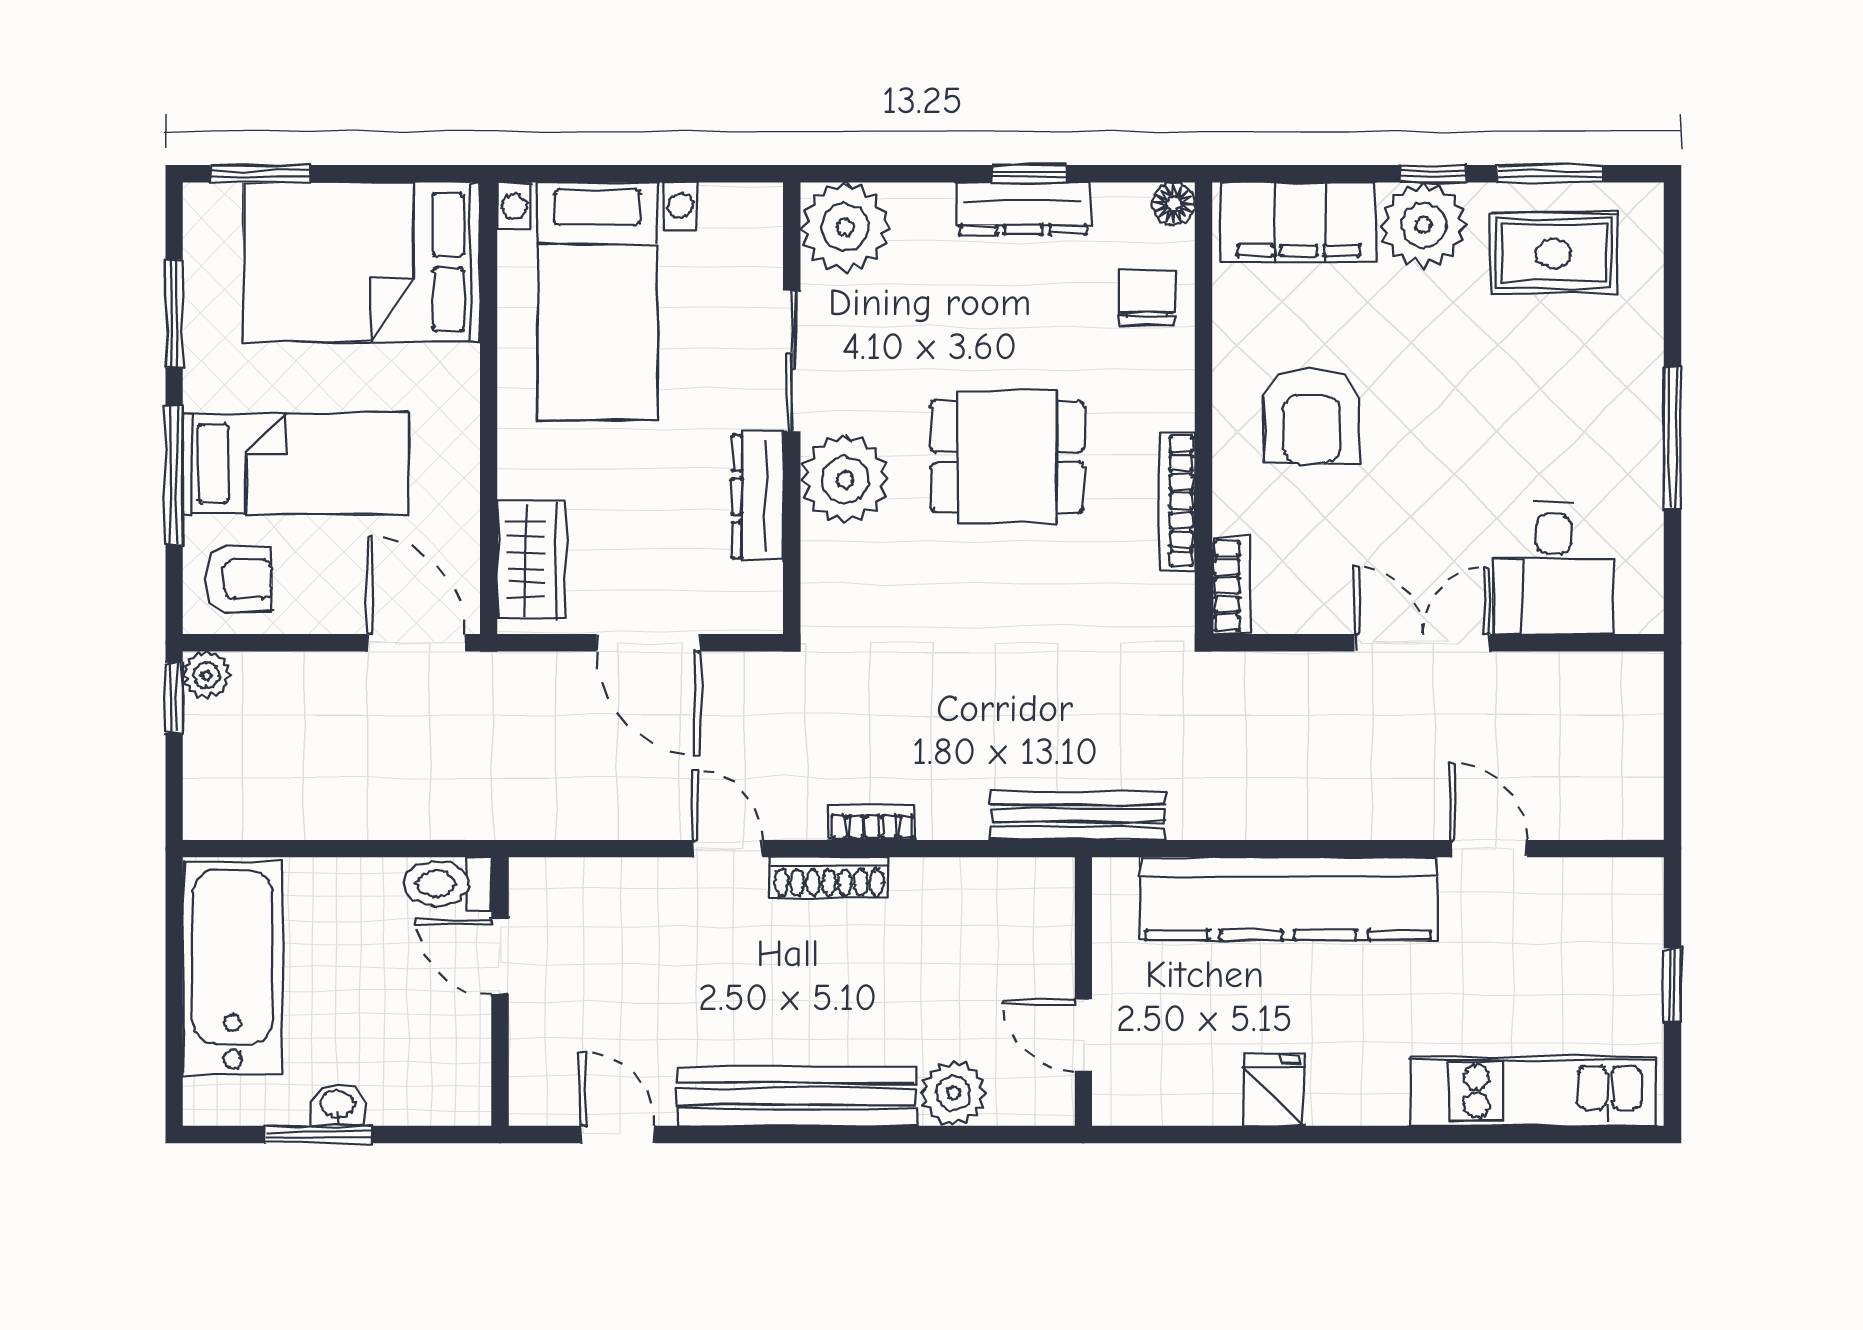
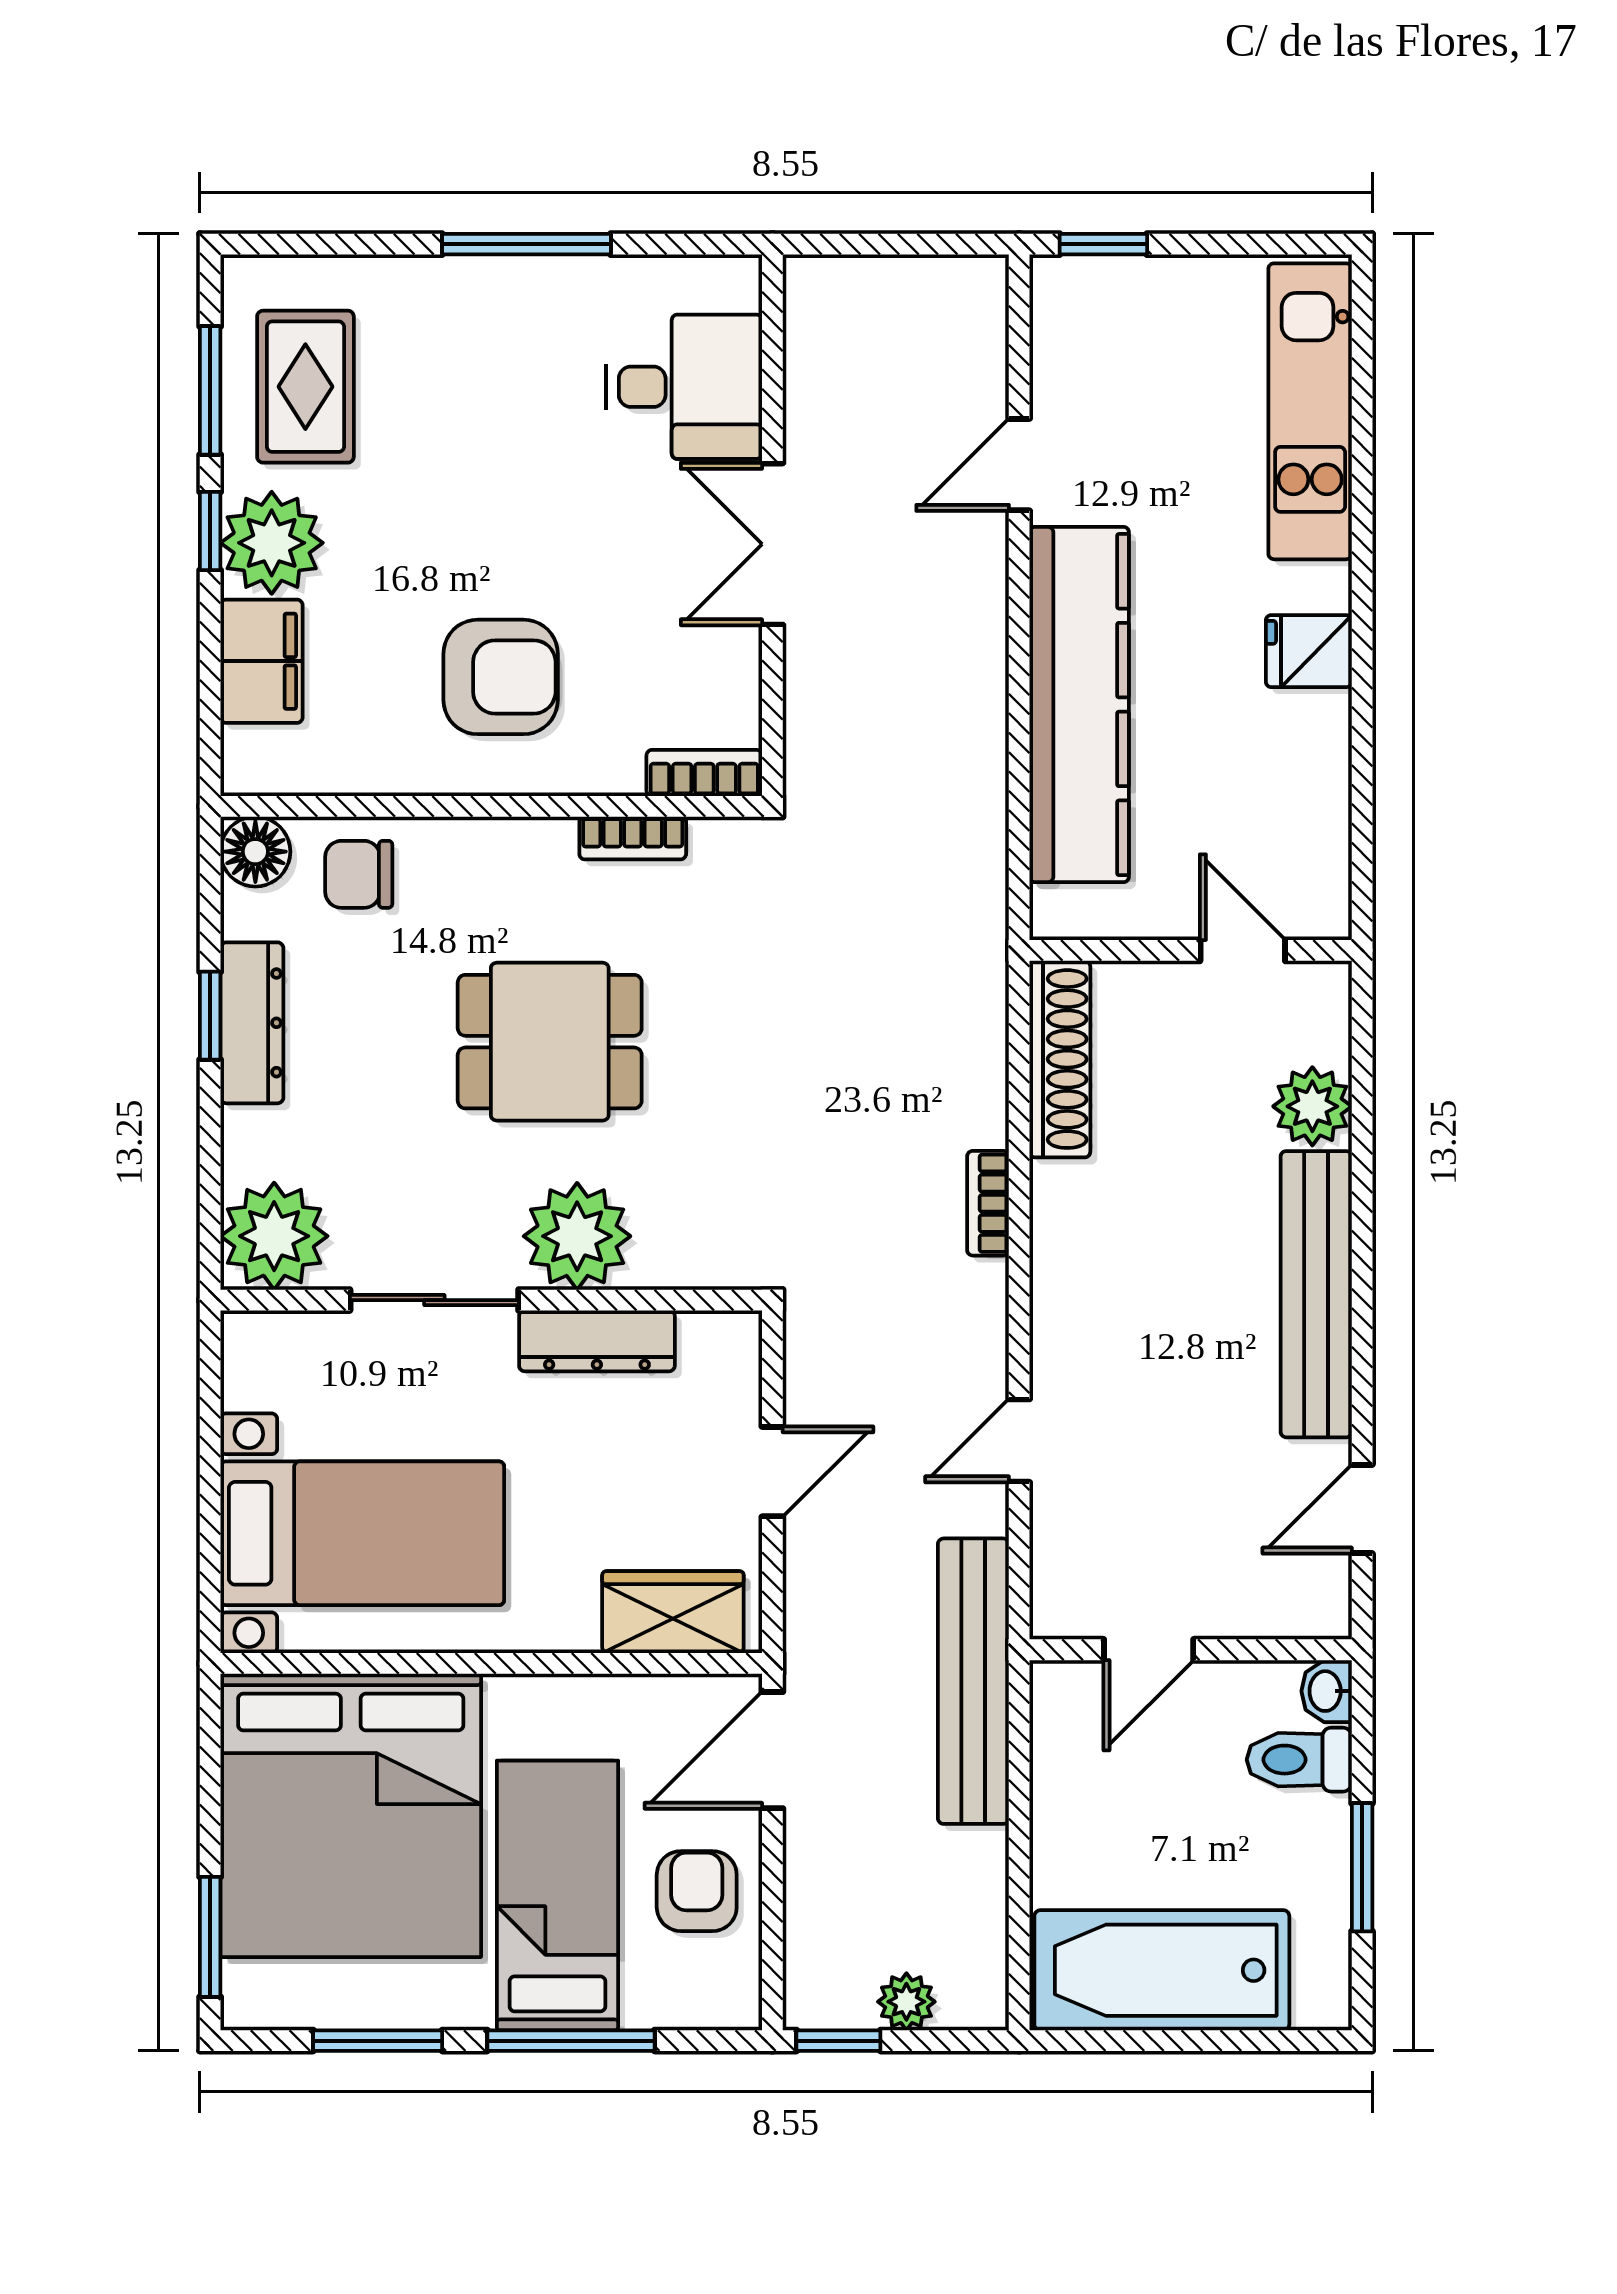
floor lamp: (1174, 204) -> (255, 852), width x1.37, depth x1.37
filing cabinet: (1299, 222) -> (262, 661), width x0.67, depth x0.86
bed: (362, 262) -> (351, 1815), width x1.36
dining table: (1007, 457) -> (550, 1042), turned 90
bookcase: (1177, 501) -> (633, 838), width x0.64
armchair: (239, 579) -> (697, 1891), moved
door: (649, 643) -> (772, 1472), width x0.73
plant: (207, 675) -> (906, 2002), moved
bench: (1078, 816) -> (973, 1681), moved, width x1.37, depth x1.21
door: (728, 849) -> (1019, 1441), moved
shoe rack: (829, 878) -> (1060, 1059), moved, width x1.36, depth x1.24
toilet: (448, 884) -> (1299, 1760), moved, turned 90
window: (1672, 985) -> (1103, 244), moved
door: (1083, 1035) -> (1243, 950), swing flipped
fridge: (1274, 1090) -> (1309, 651), moved
washbasin: (338, 1105) -> (1327, 1691), moved

